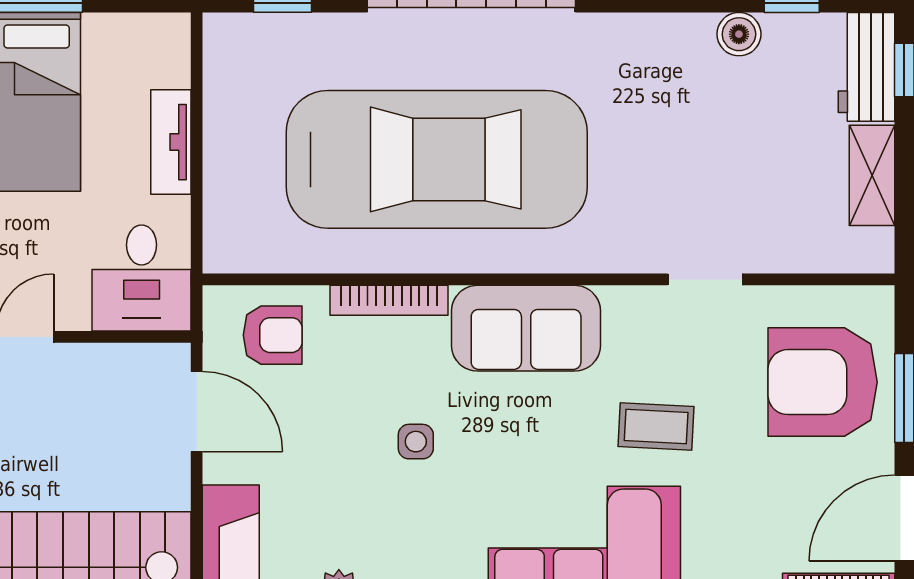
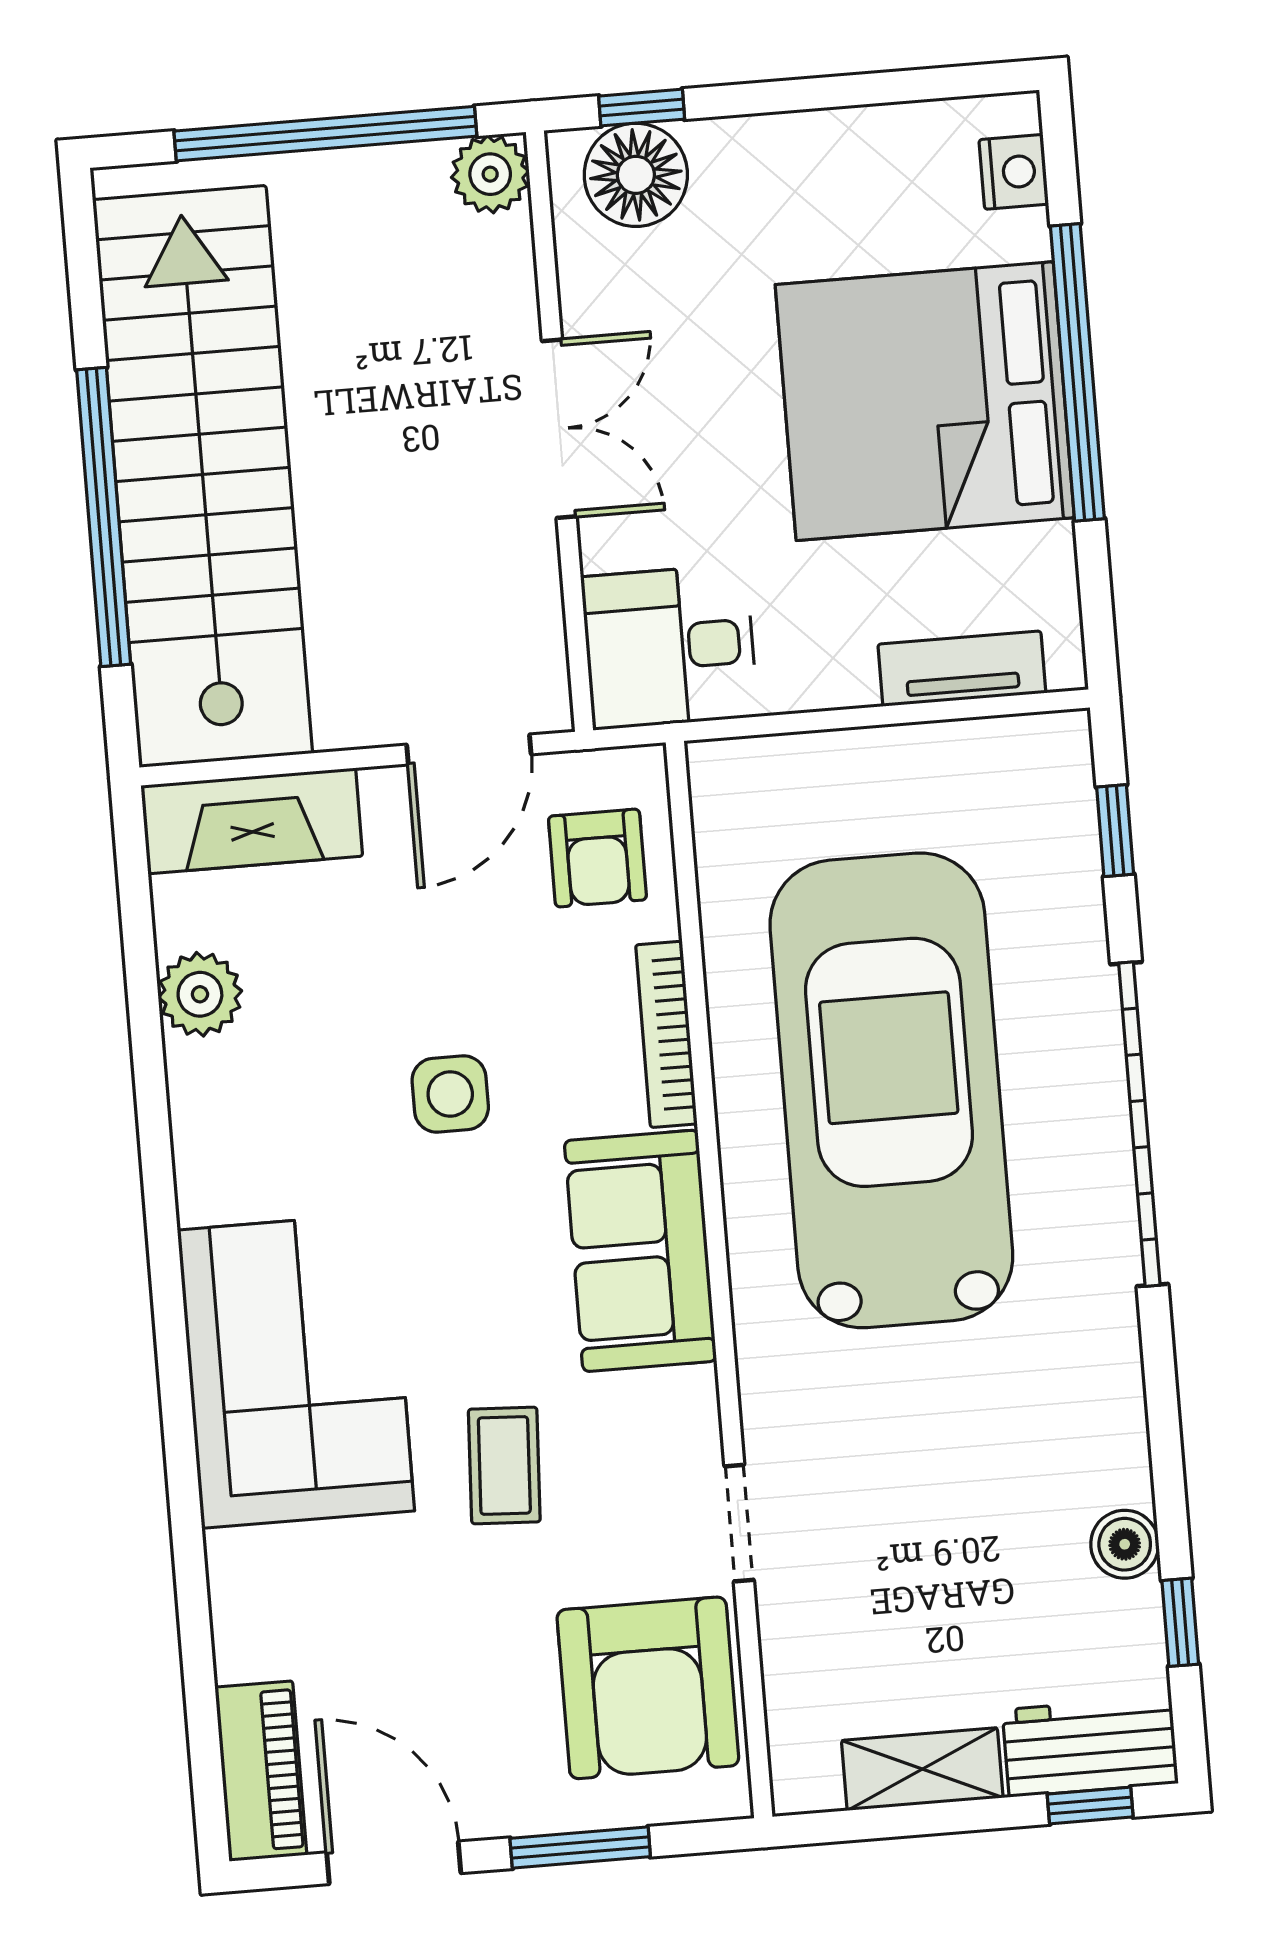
tv unit: (171, 142) -> (962, 669), moved
car: (437, 159) -> (891, 1090), turned 180
armchair: (823, 382) -> (648, 1688), moved, turned 180
side table: (416, 442) -> (450, 1094), width x1.37, depth x1.37

